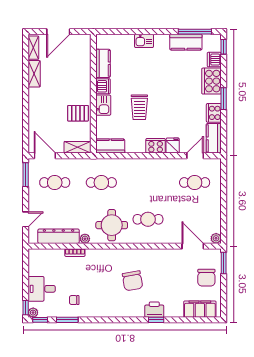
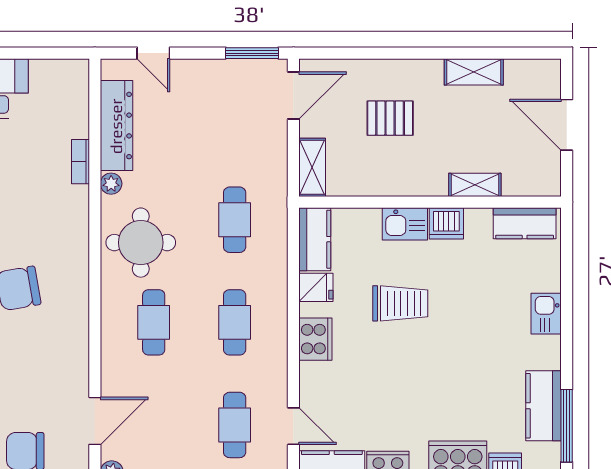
shelving: (33, 48) -> (475, 185), moved
kitchen counter: (103, 63) -> (525, 223), moved
trolley: (139, 107) -> (400, 303), turned 180
pallet: (78, 113) -> (390, 118), moved, turned 90
fridge: (173, 146) -> (316, 287), moved
cafe table: (55, 182) -> (235, 322), moved

